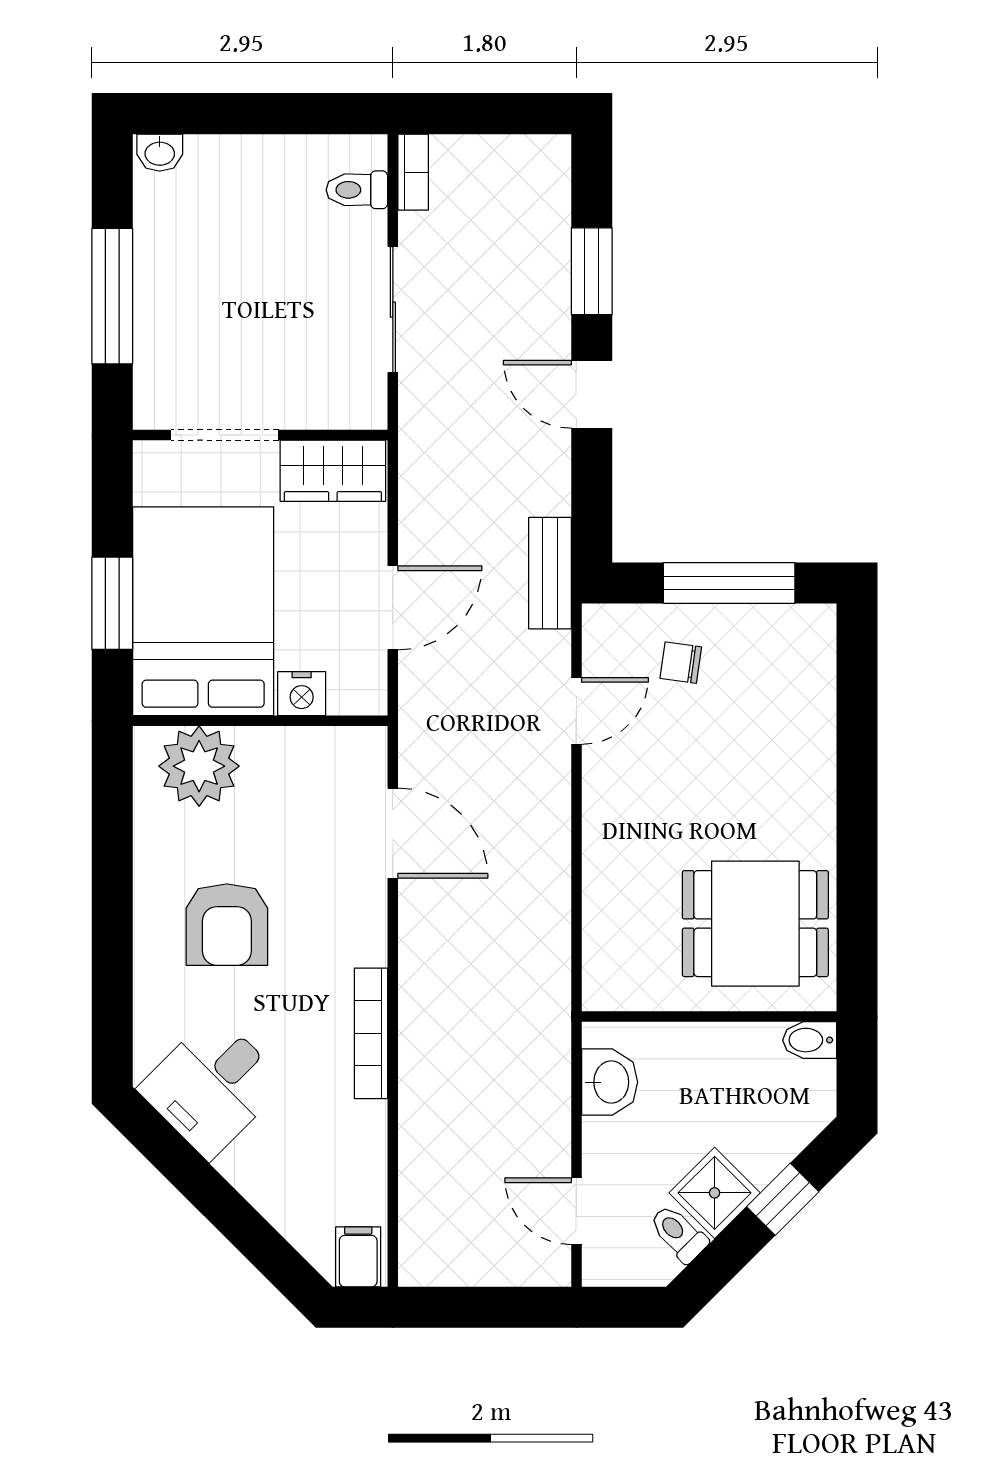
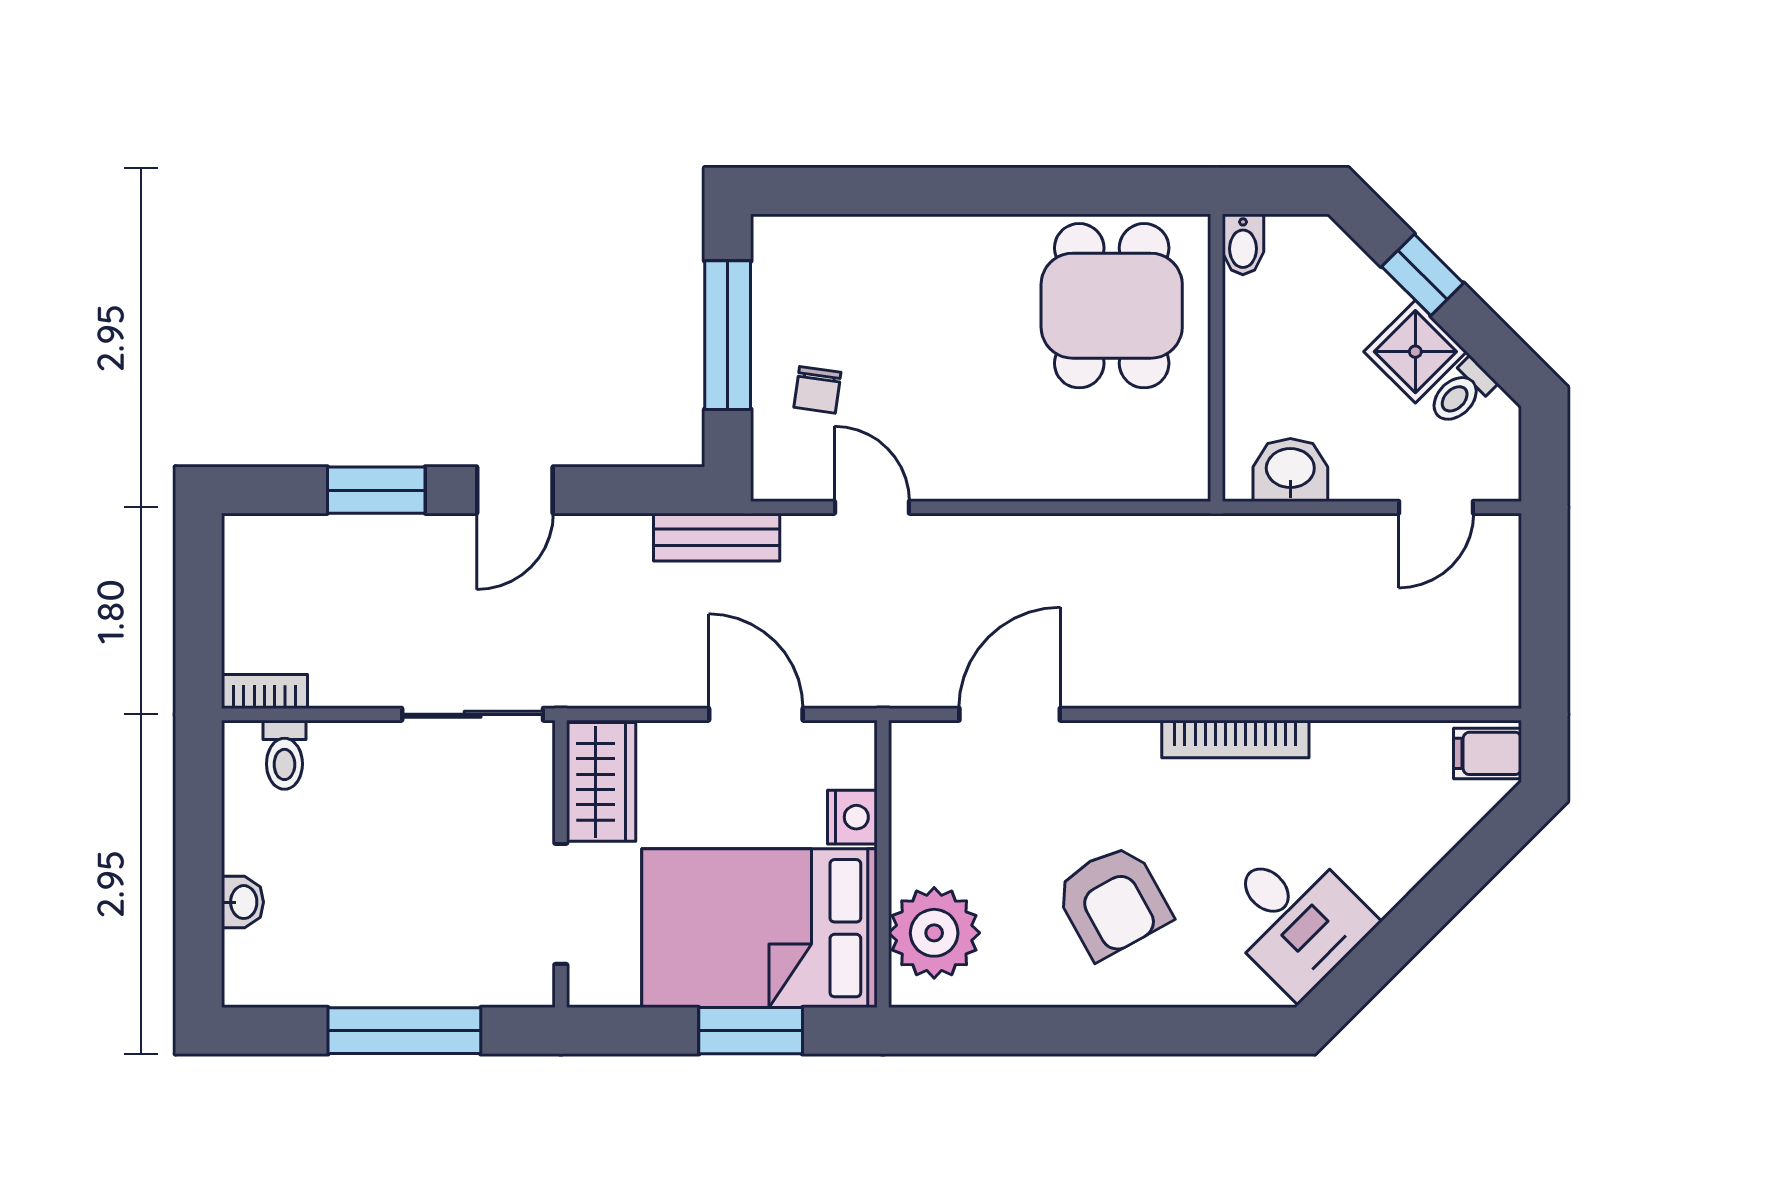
washbasin: (160, 153) -> (242, 902), moved
sliding door: (393, 310) -> (473, 714), moved
armchair: (227, 925) -> (1113, 901), turned 61

